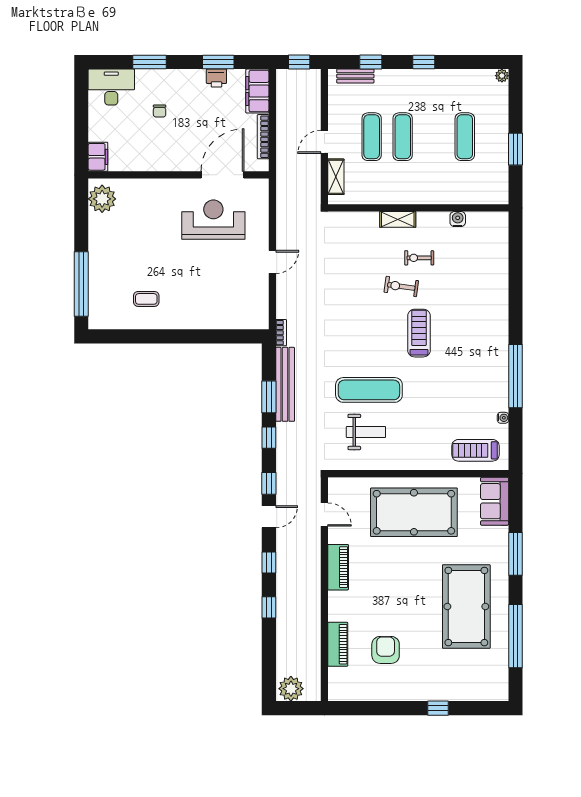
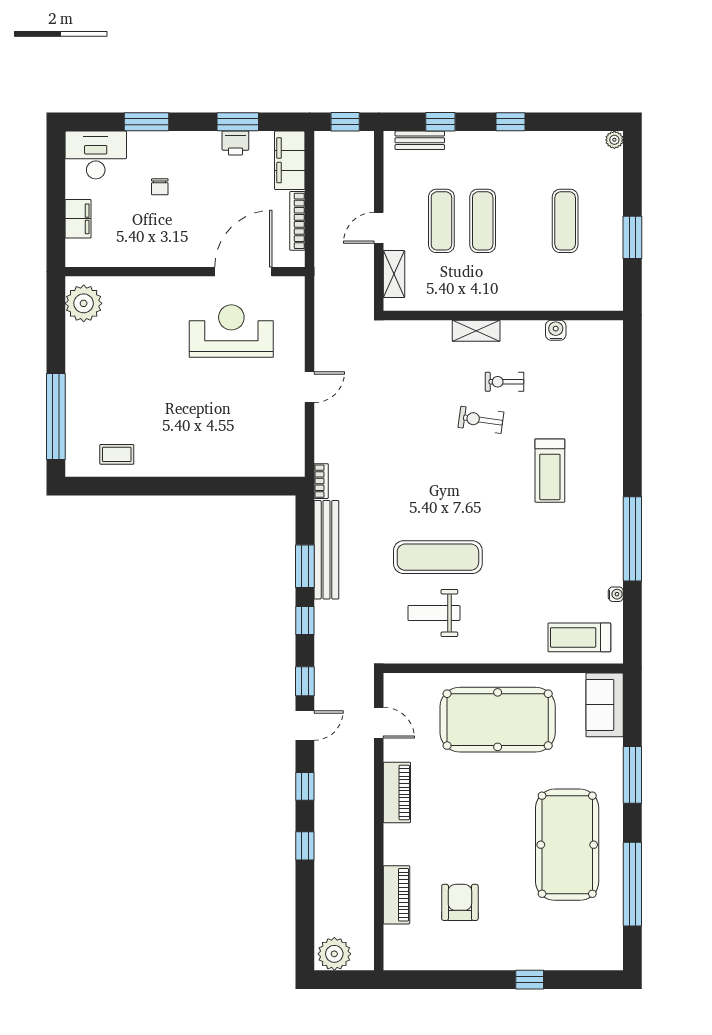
filing cabinet: (98, 157) -> (78, 219), moved
coffee table: (146, 299) -> (117, 454), moved
treadmill: (419, 333) -> (550, 471), moved, turned 180
weight bench: (366, 432) -> (434, 613), turned 180

